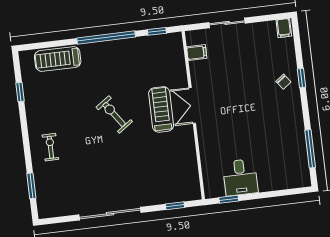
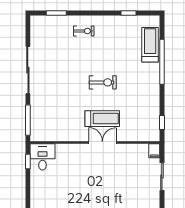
window: (106, 37) -> (162, 62), moved
filing cabinet: (197, 53) -> (154, 151), moved
exercise bike: (114, 114) -> (103, 82), turned 35
desk: (240, 177) -> (42, 157), moved, turned 90
window: (175, 206) -> (28, 120), width x2.17

